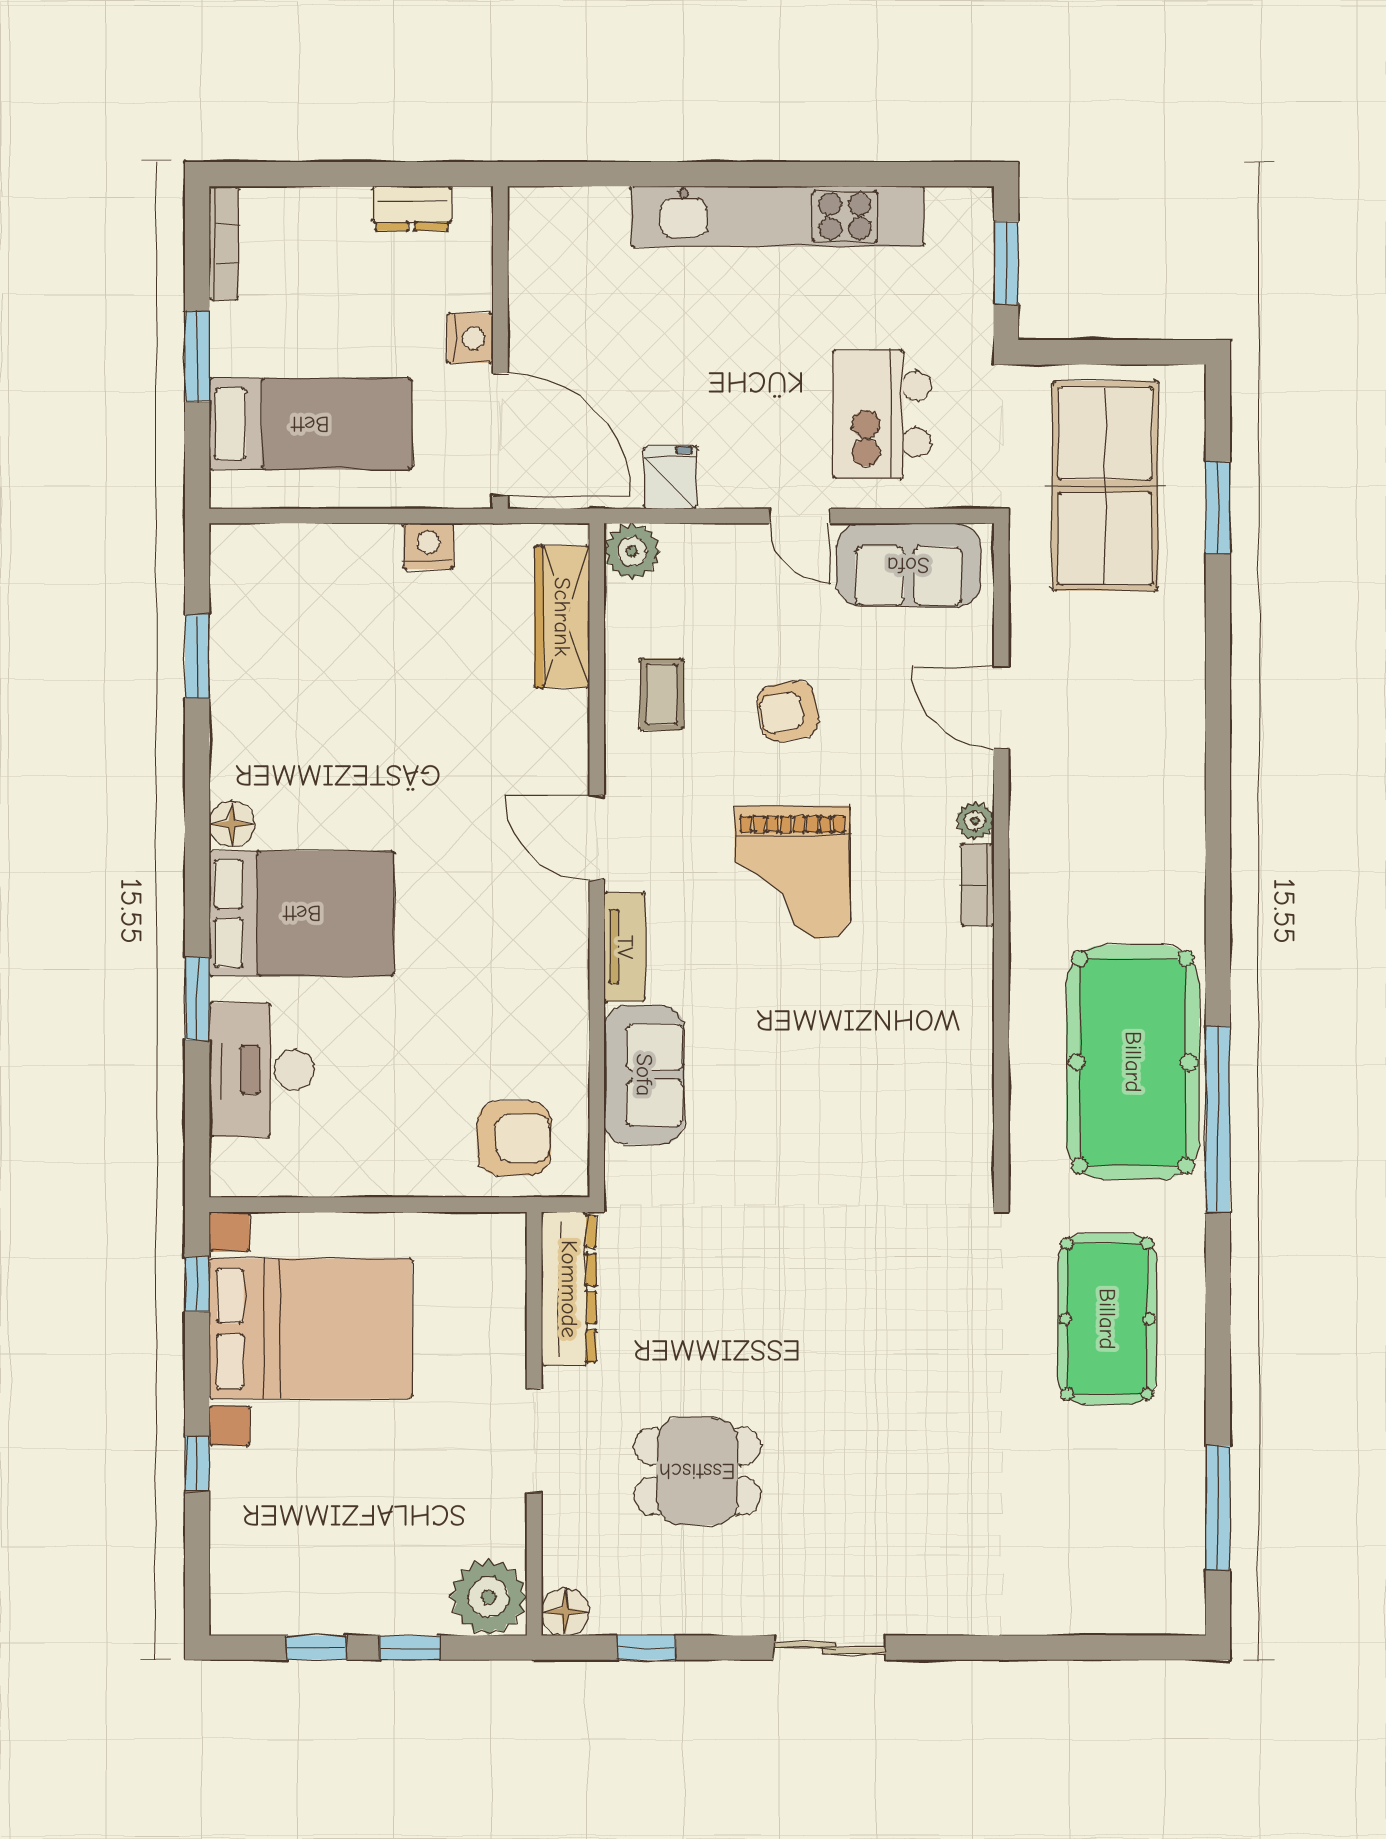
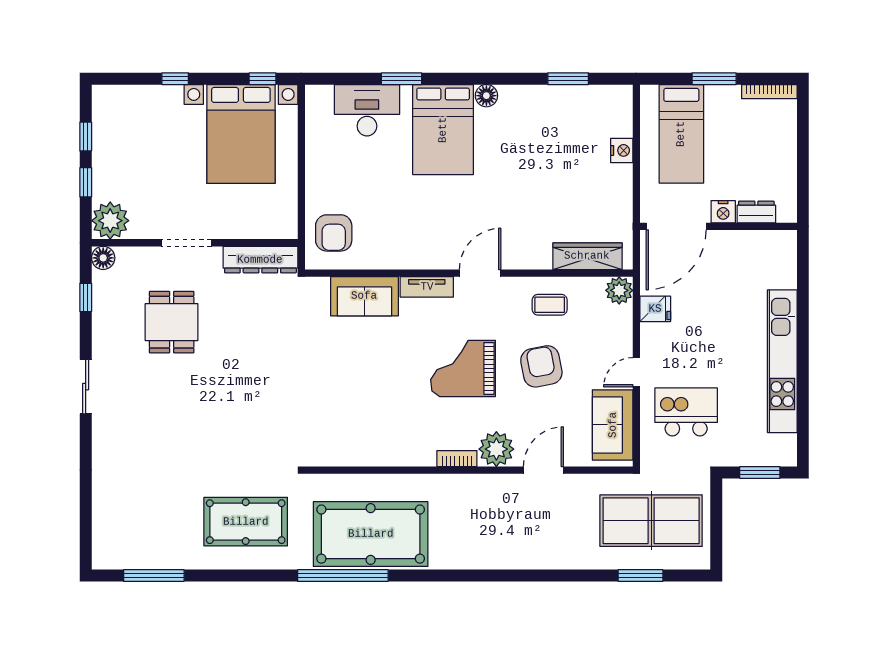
dresser: (412, 208) -> (756, 212), moved, turned 90
nightstand: (428, 546) -> (622, 150), moved
armchair: (788, 711) -> (541, 366), width x1.38, depth x1.38
plant: (975, 821) -> (496, 449), width x1.88, depth x1.88

